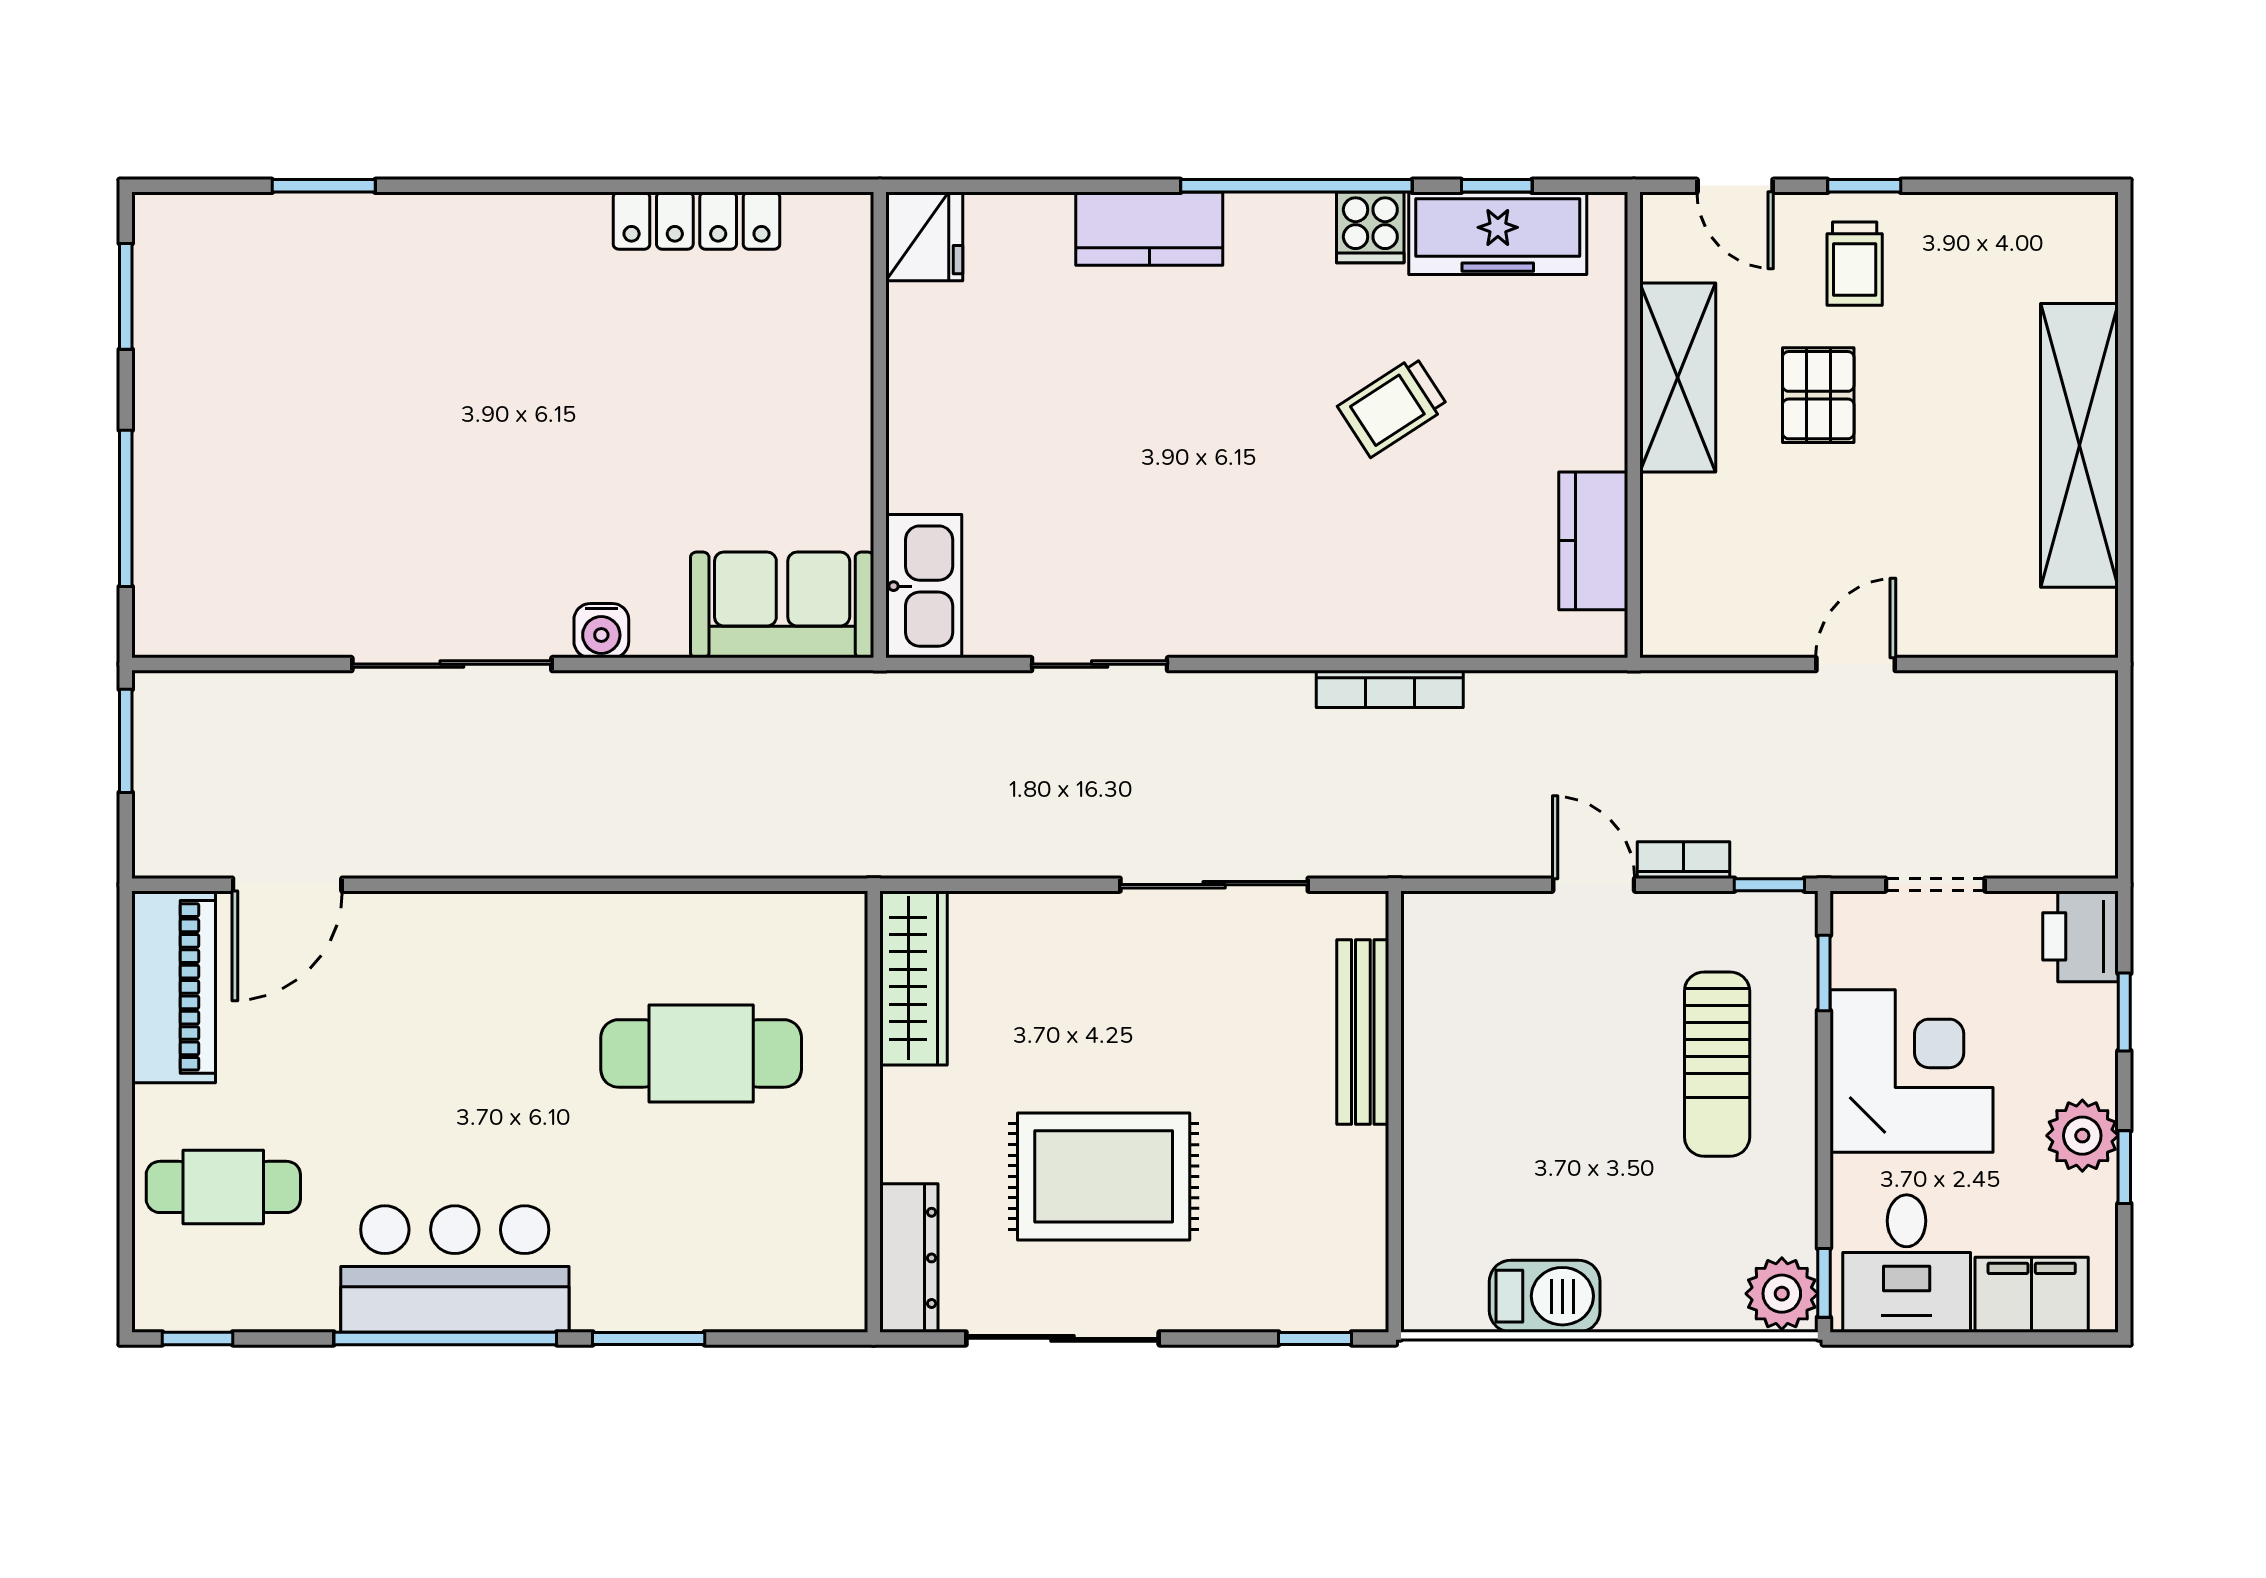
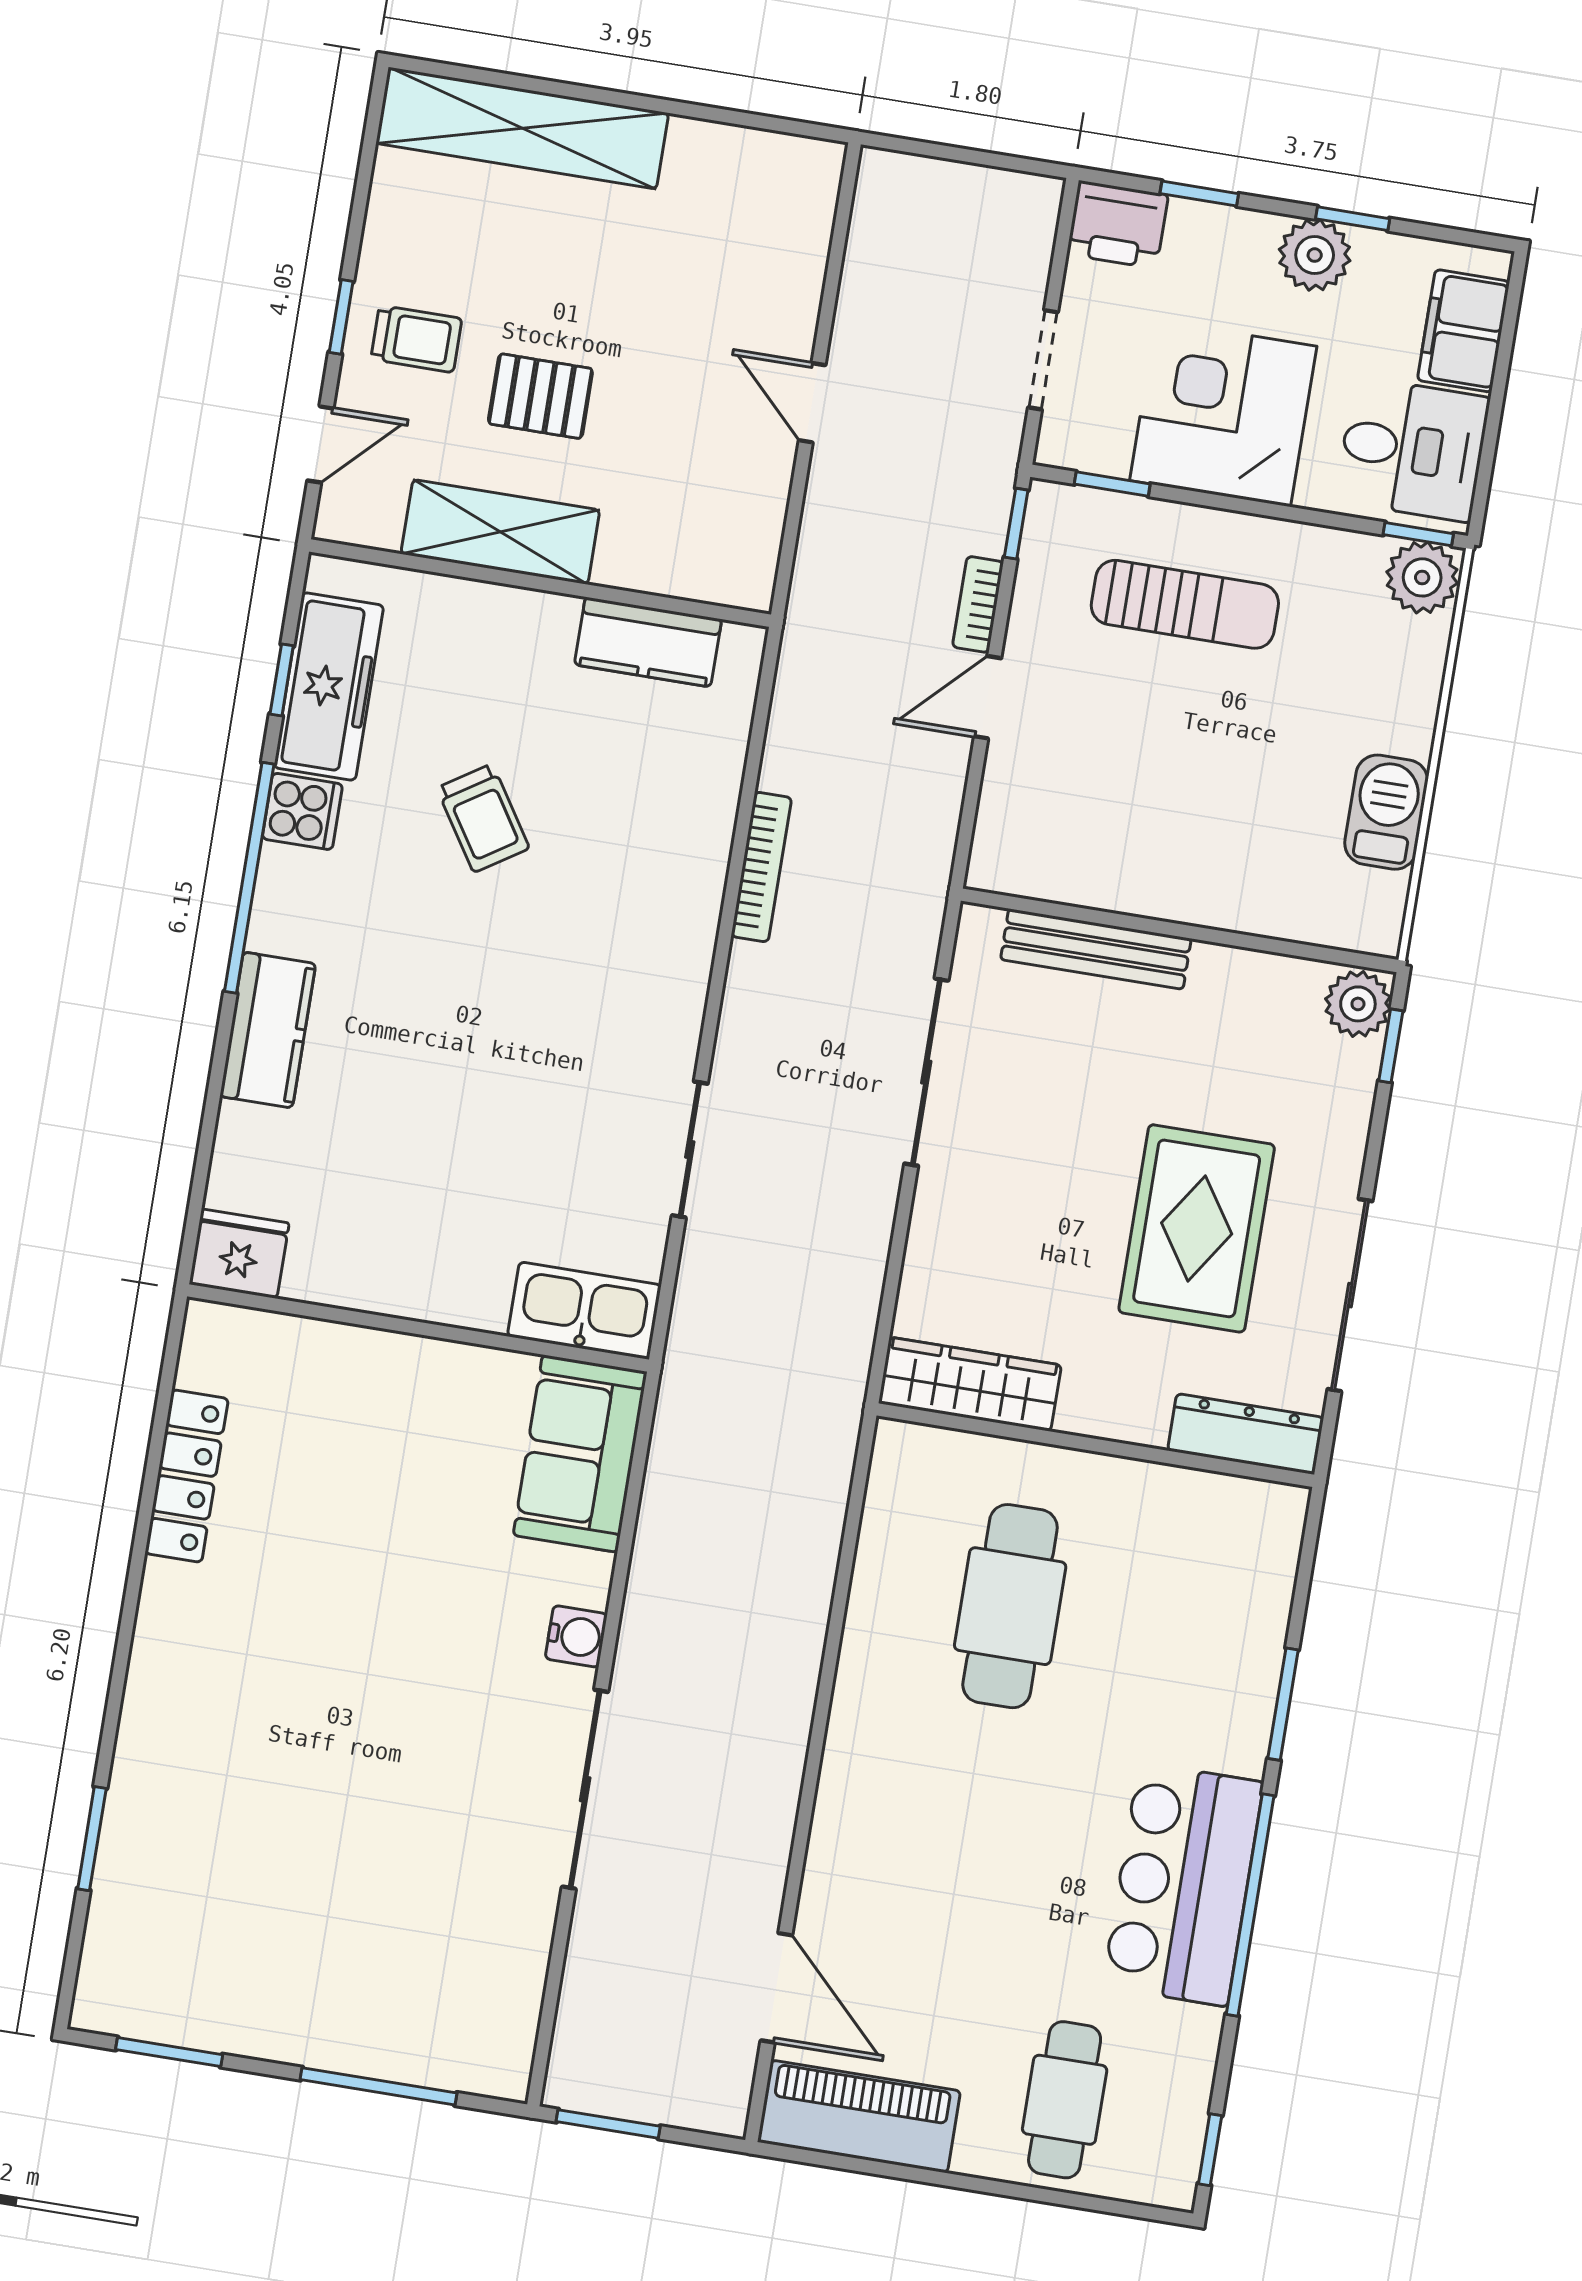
shelving: (2079, 445) -> (522, 128), moved
plant: (1351, 1299) -> (1358, 1004), added

